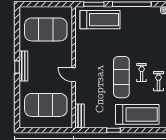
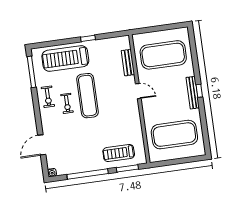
treadmill: (100, 20) -> (119, 153), width x0.73, depth x0.73
bench: (80, 116) -> (128, 63), moved

